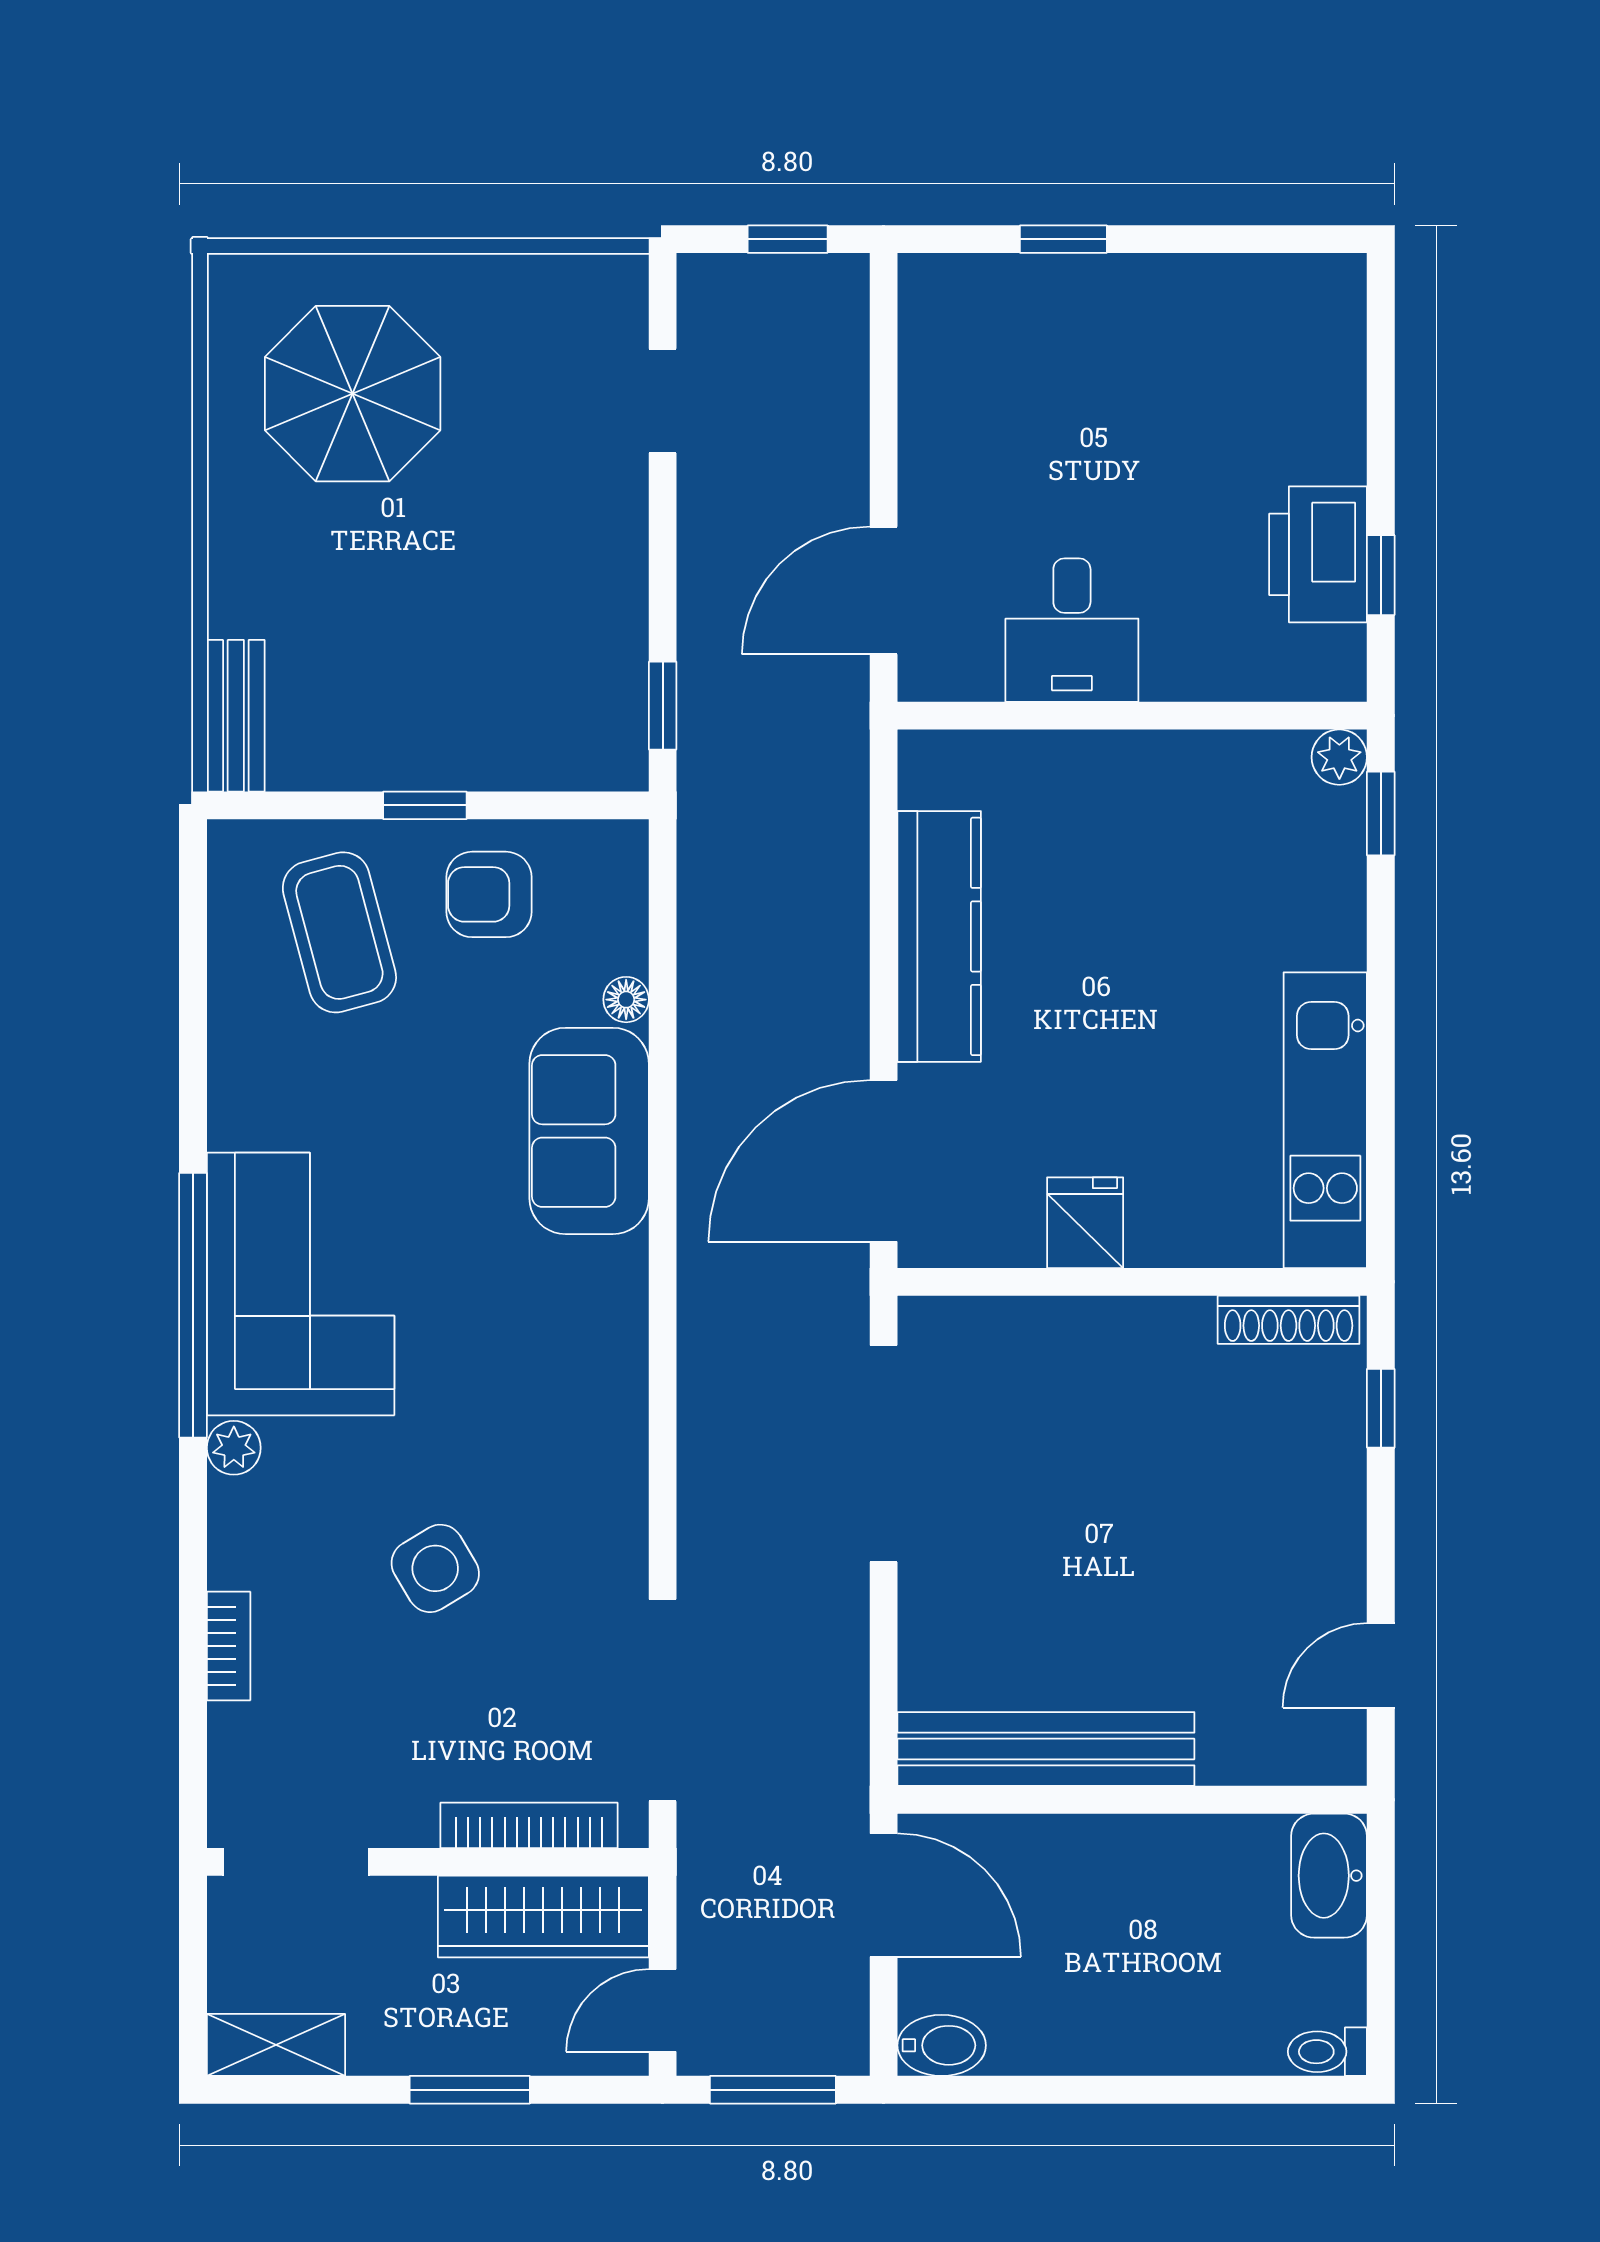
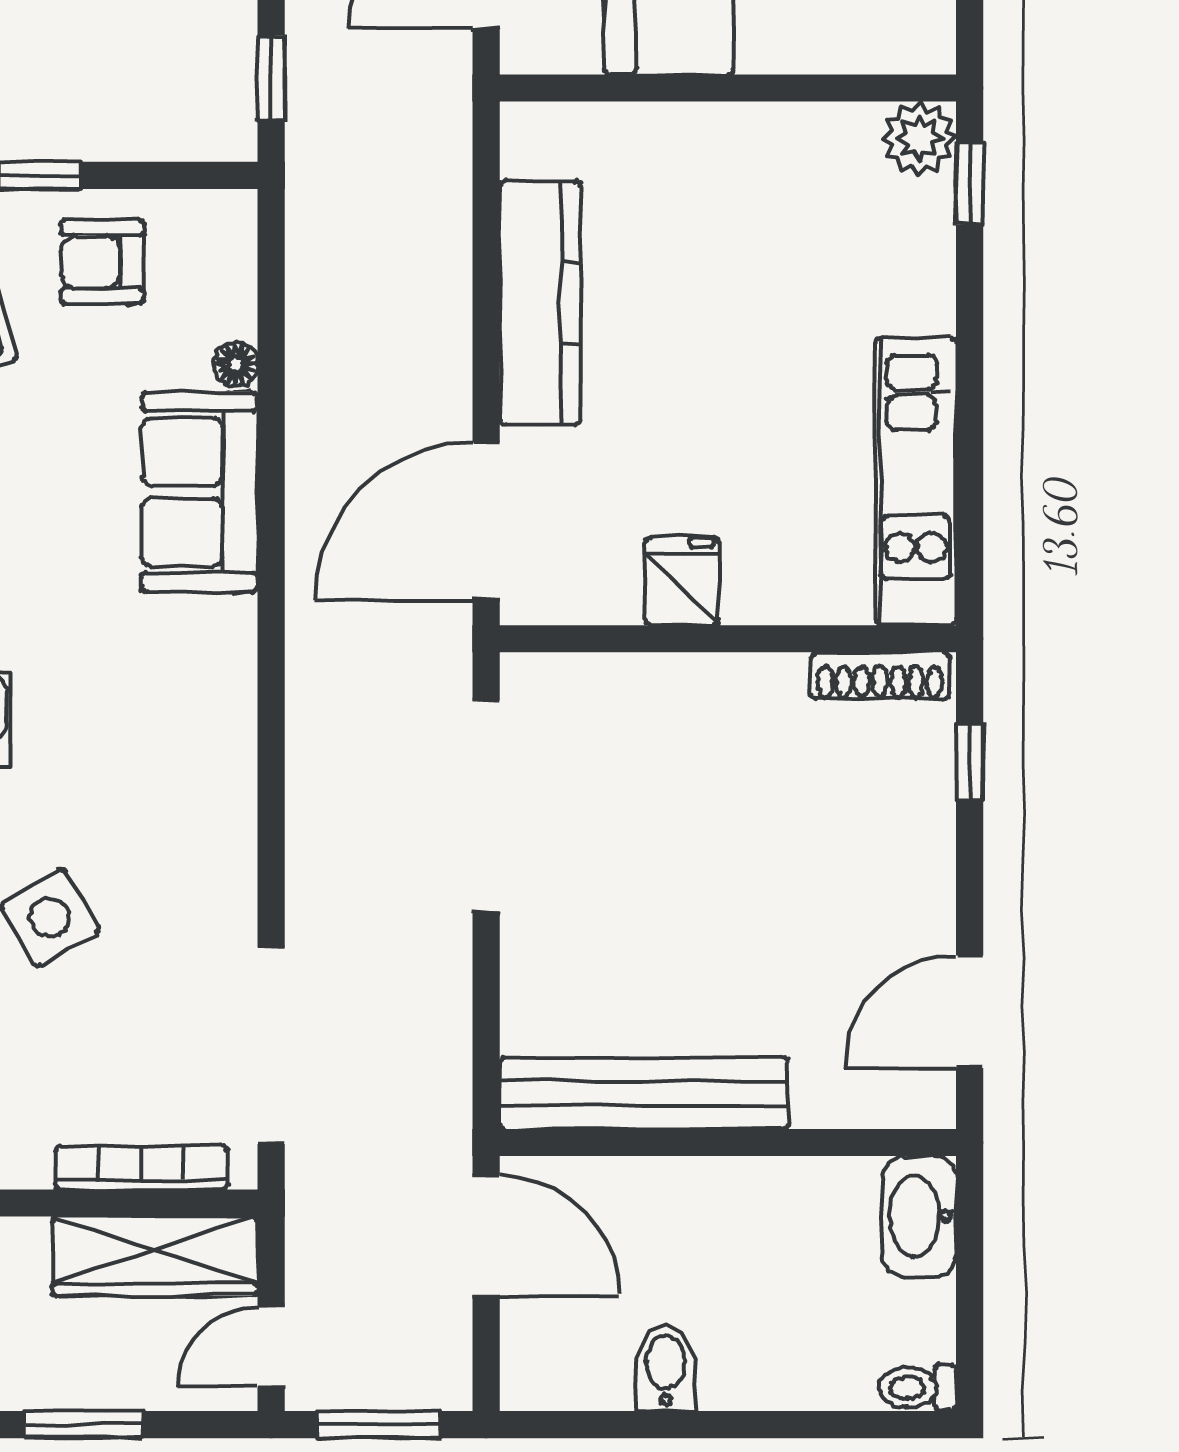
plant: (1339, 757) -> (919, 138), width x1.38, depth x1.38
door: (1381, 1665) -> (970, 1012), width x1.37
bidet: (942, 2045) -> (666, 1368), moved, turned -90

